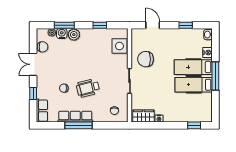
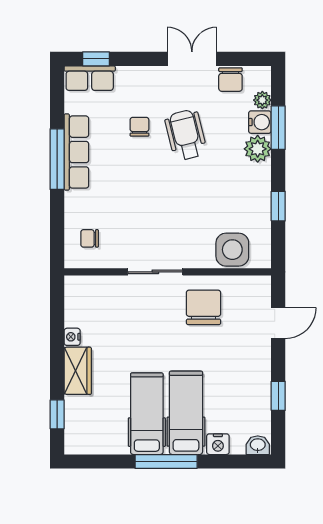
wheelchair: (88, 88) -> (186, 135), moved
window: (33, 94) -> (96, 59), moved
wardrobe: (144, 116) -> (78, 371), moved

